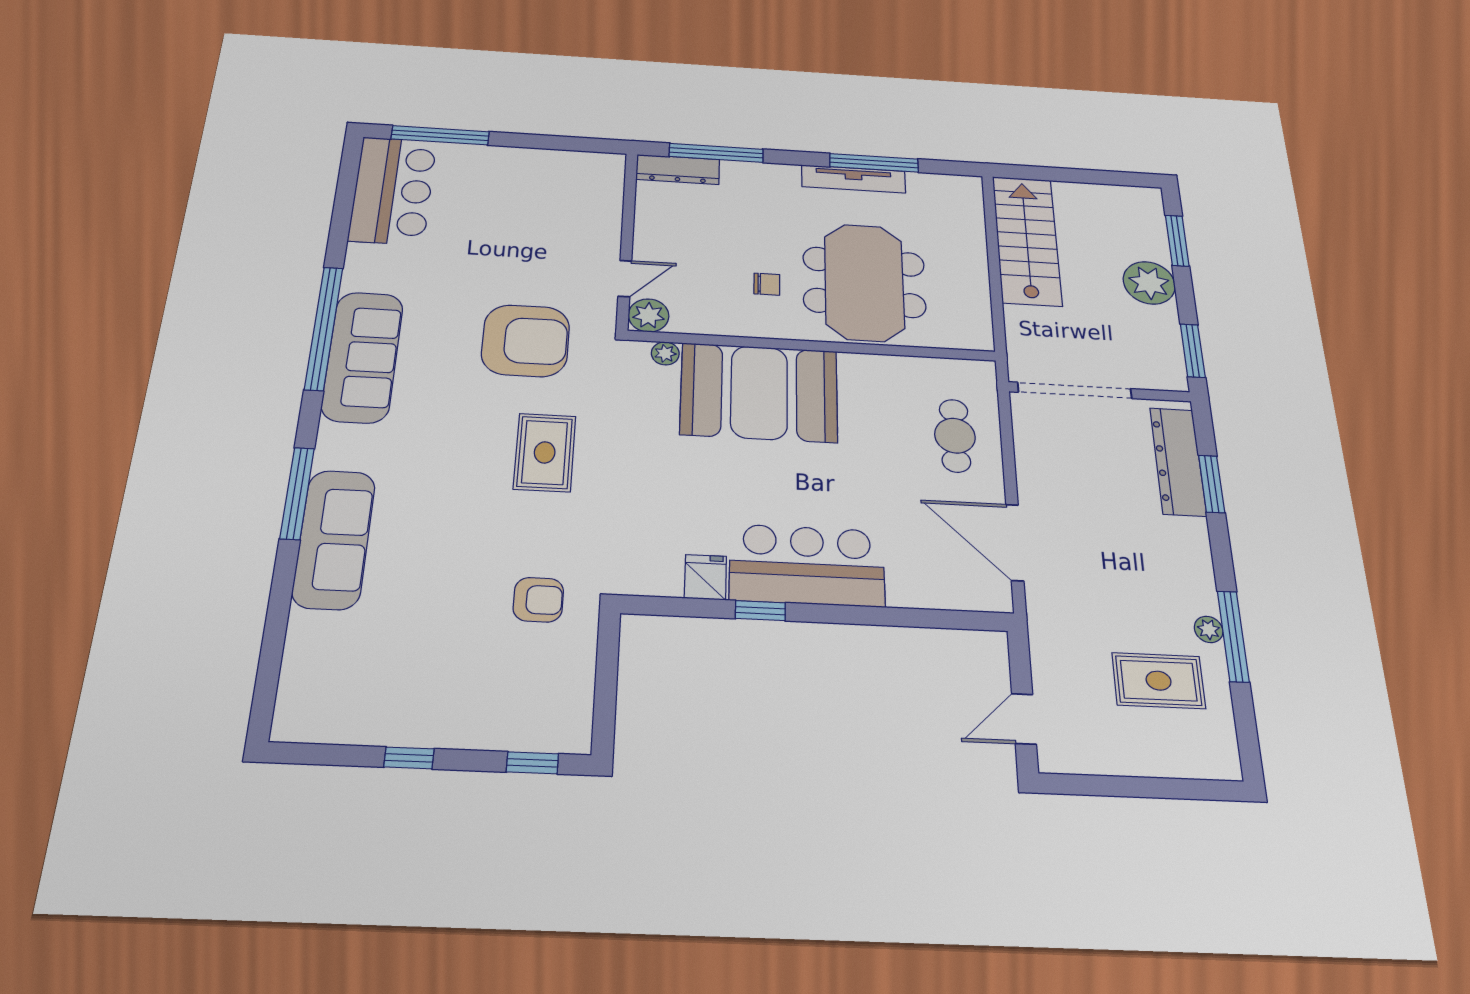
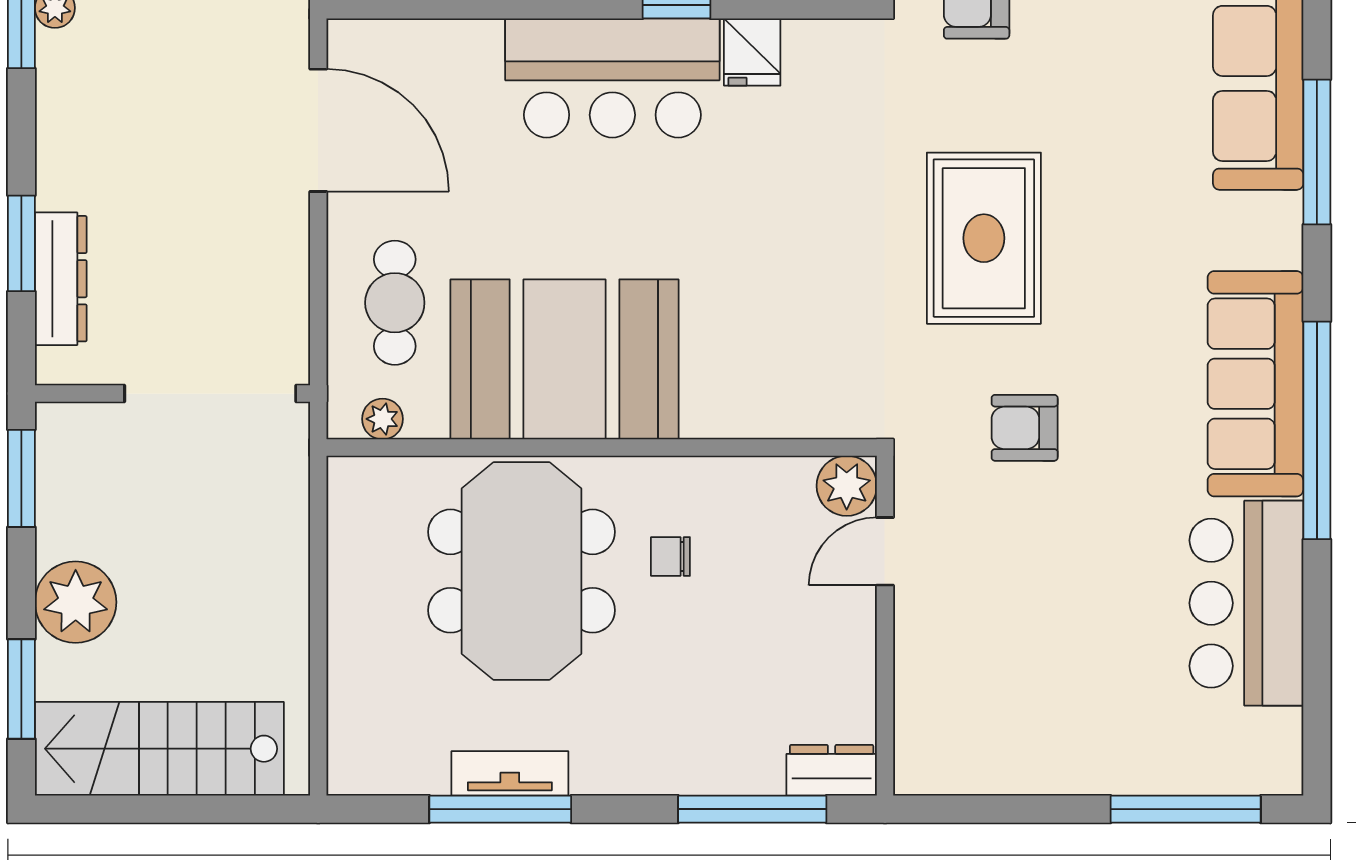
dresser: (678, 169) -> (832, 770), width x0.70
tv unit: (854, 179) -> (510, 773), width x0.71
bar counter: (393, 190) -> (1246, 603), moved
stairs: (1027, 240) -> (159, 749), moved, turned 90
armchair: (526, 341) -> (1025, 428), width x0.53, depth x0.53
plant: (665, 353) -> (382, 419), moved
booth: (759, 392) -> (564, 359), moved
rug: (545, 452) -> (984, 238), width x1.36, depth x1.43
dresser: (1178, 461) -> (61, 279), width x0.73, depth x0.80

